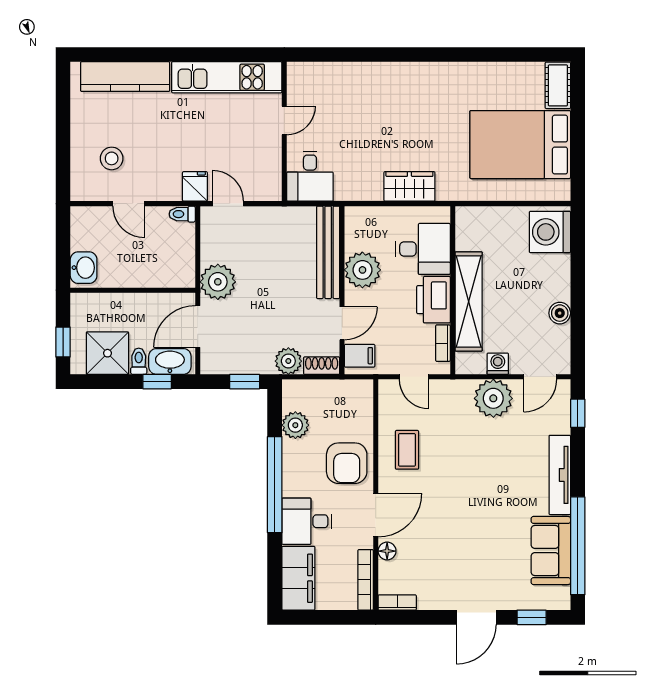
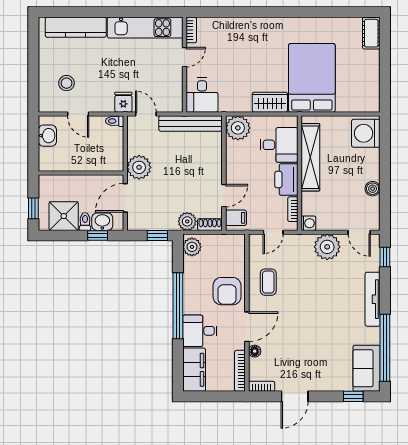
bookcase: (294, 81) -> (191, 30), added
bed: (520, 145) -> (312, 78), moved, turned 90
bench: (328, 252) -> (191, 123), moved, turned 90
washbasin: (84, 268) -> (47, 136), moved
plant: (362, 270) -> (238, 128), moved
shelving: (469, 301) -> (310, 157), moved
washbasin: (170, 361) -> (102, 222), width x0.72
washing machine: (498, 364) -> (308, 223), moved, turned 90
door: (414, 377) -> (273, 232), hinge flipped
door: (540, 377) -> (359, 232), hinge flipped
plant: (295, 425) -> (192, 247), moved
sofa: (551, 550) -> (366, 368), moved
door: (476, 617) -> (295, 396), moved

